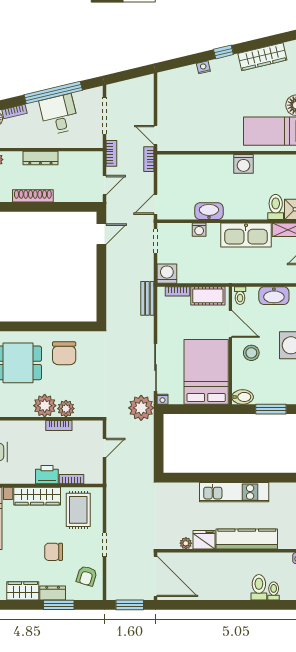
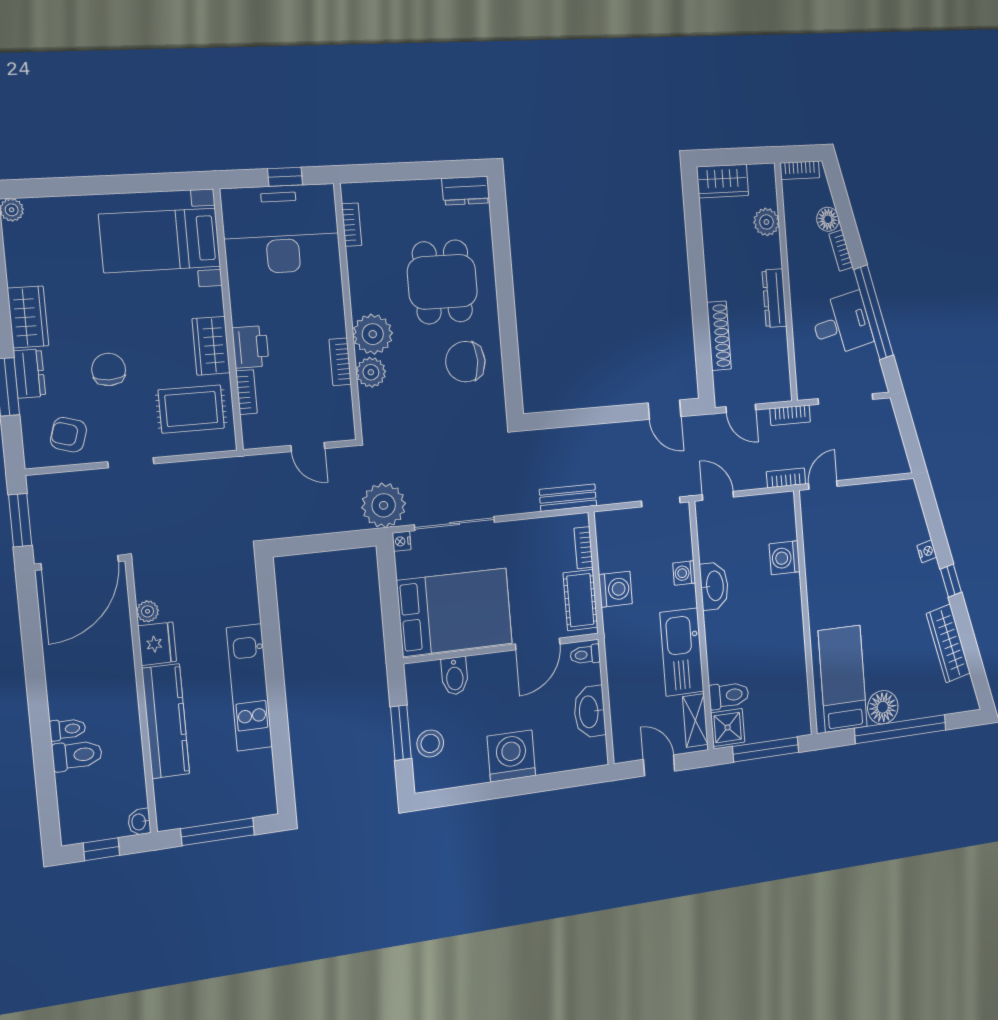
washing machine: (244, 164) -> (785, 558), moved
shoe rack: (33, 196) -> (719, 336), moved
washing machine: (167, 274) -> (616, 589), moved
stool: (251, 353) -> (430, 743), moved
bidet: (243, 397) -> (455, 676), moved
wardrobe: (37, 496) -> (211, 346), width x0.67
toilet: (274, 591) -> (68, 729), moved

